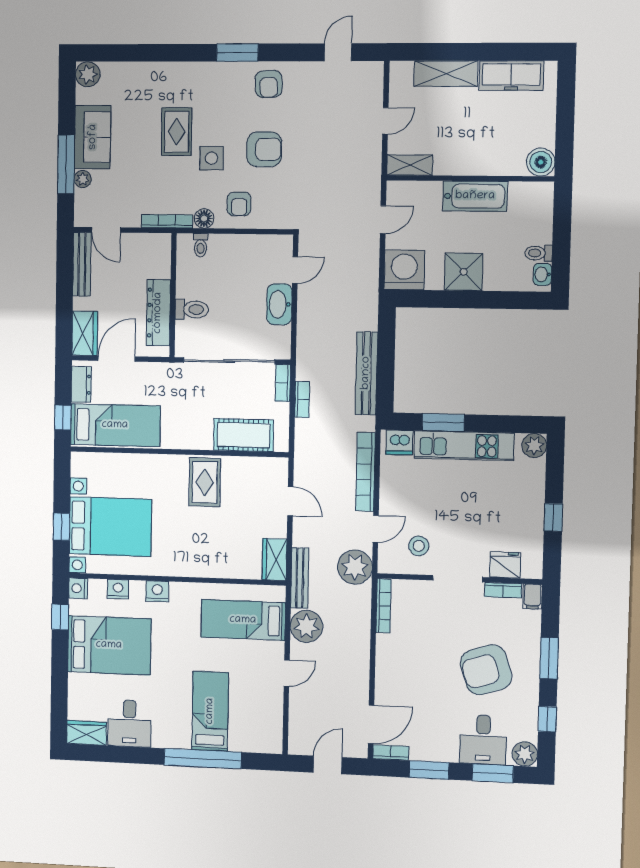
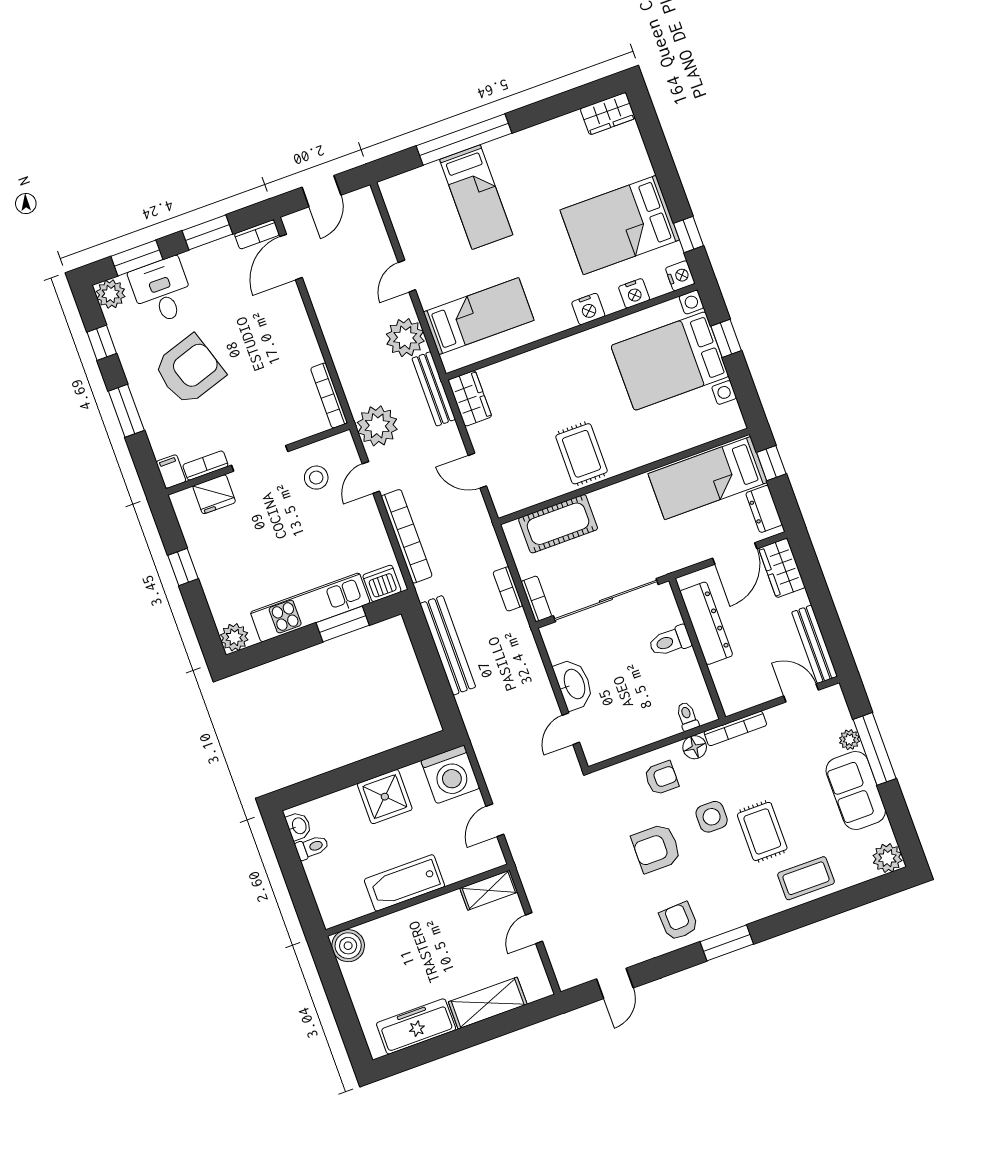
coffee table: (156, 82) -> (806, 878), added
armchair: (239, 204) -> (661, 778), turned 90
desk: (129, 723) -> (563, 145), removed

